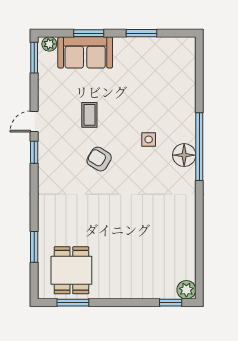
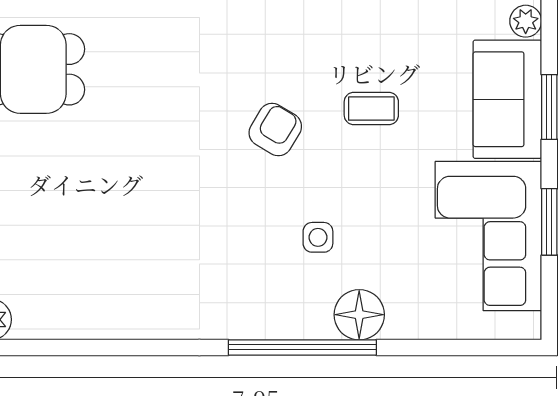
corner sofa: (148, 61) -> (488, 236), added
floor lamp: (184, 155) -> (359, 315), moved

